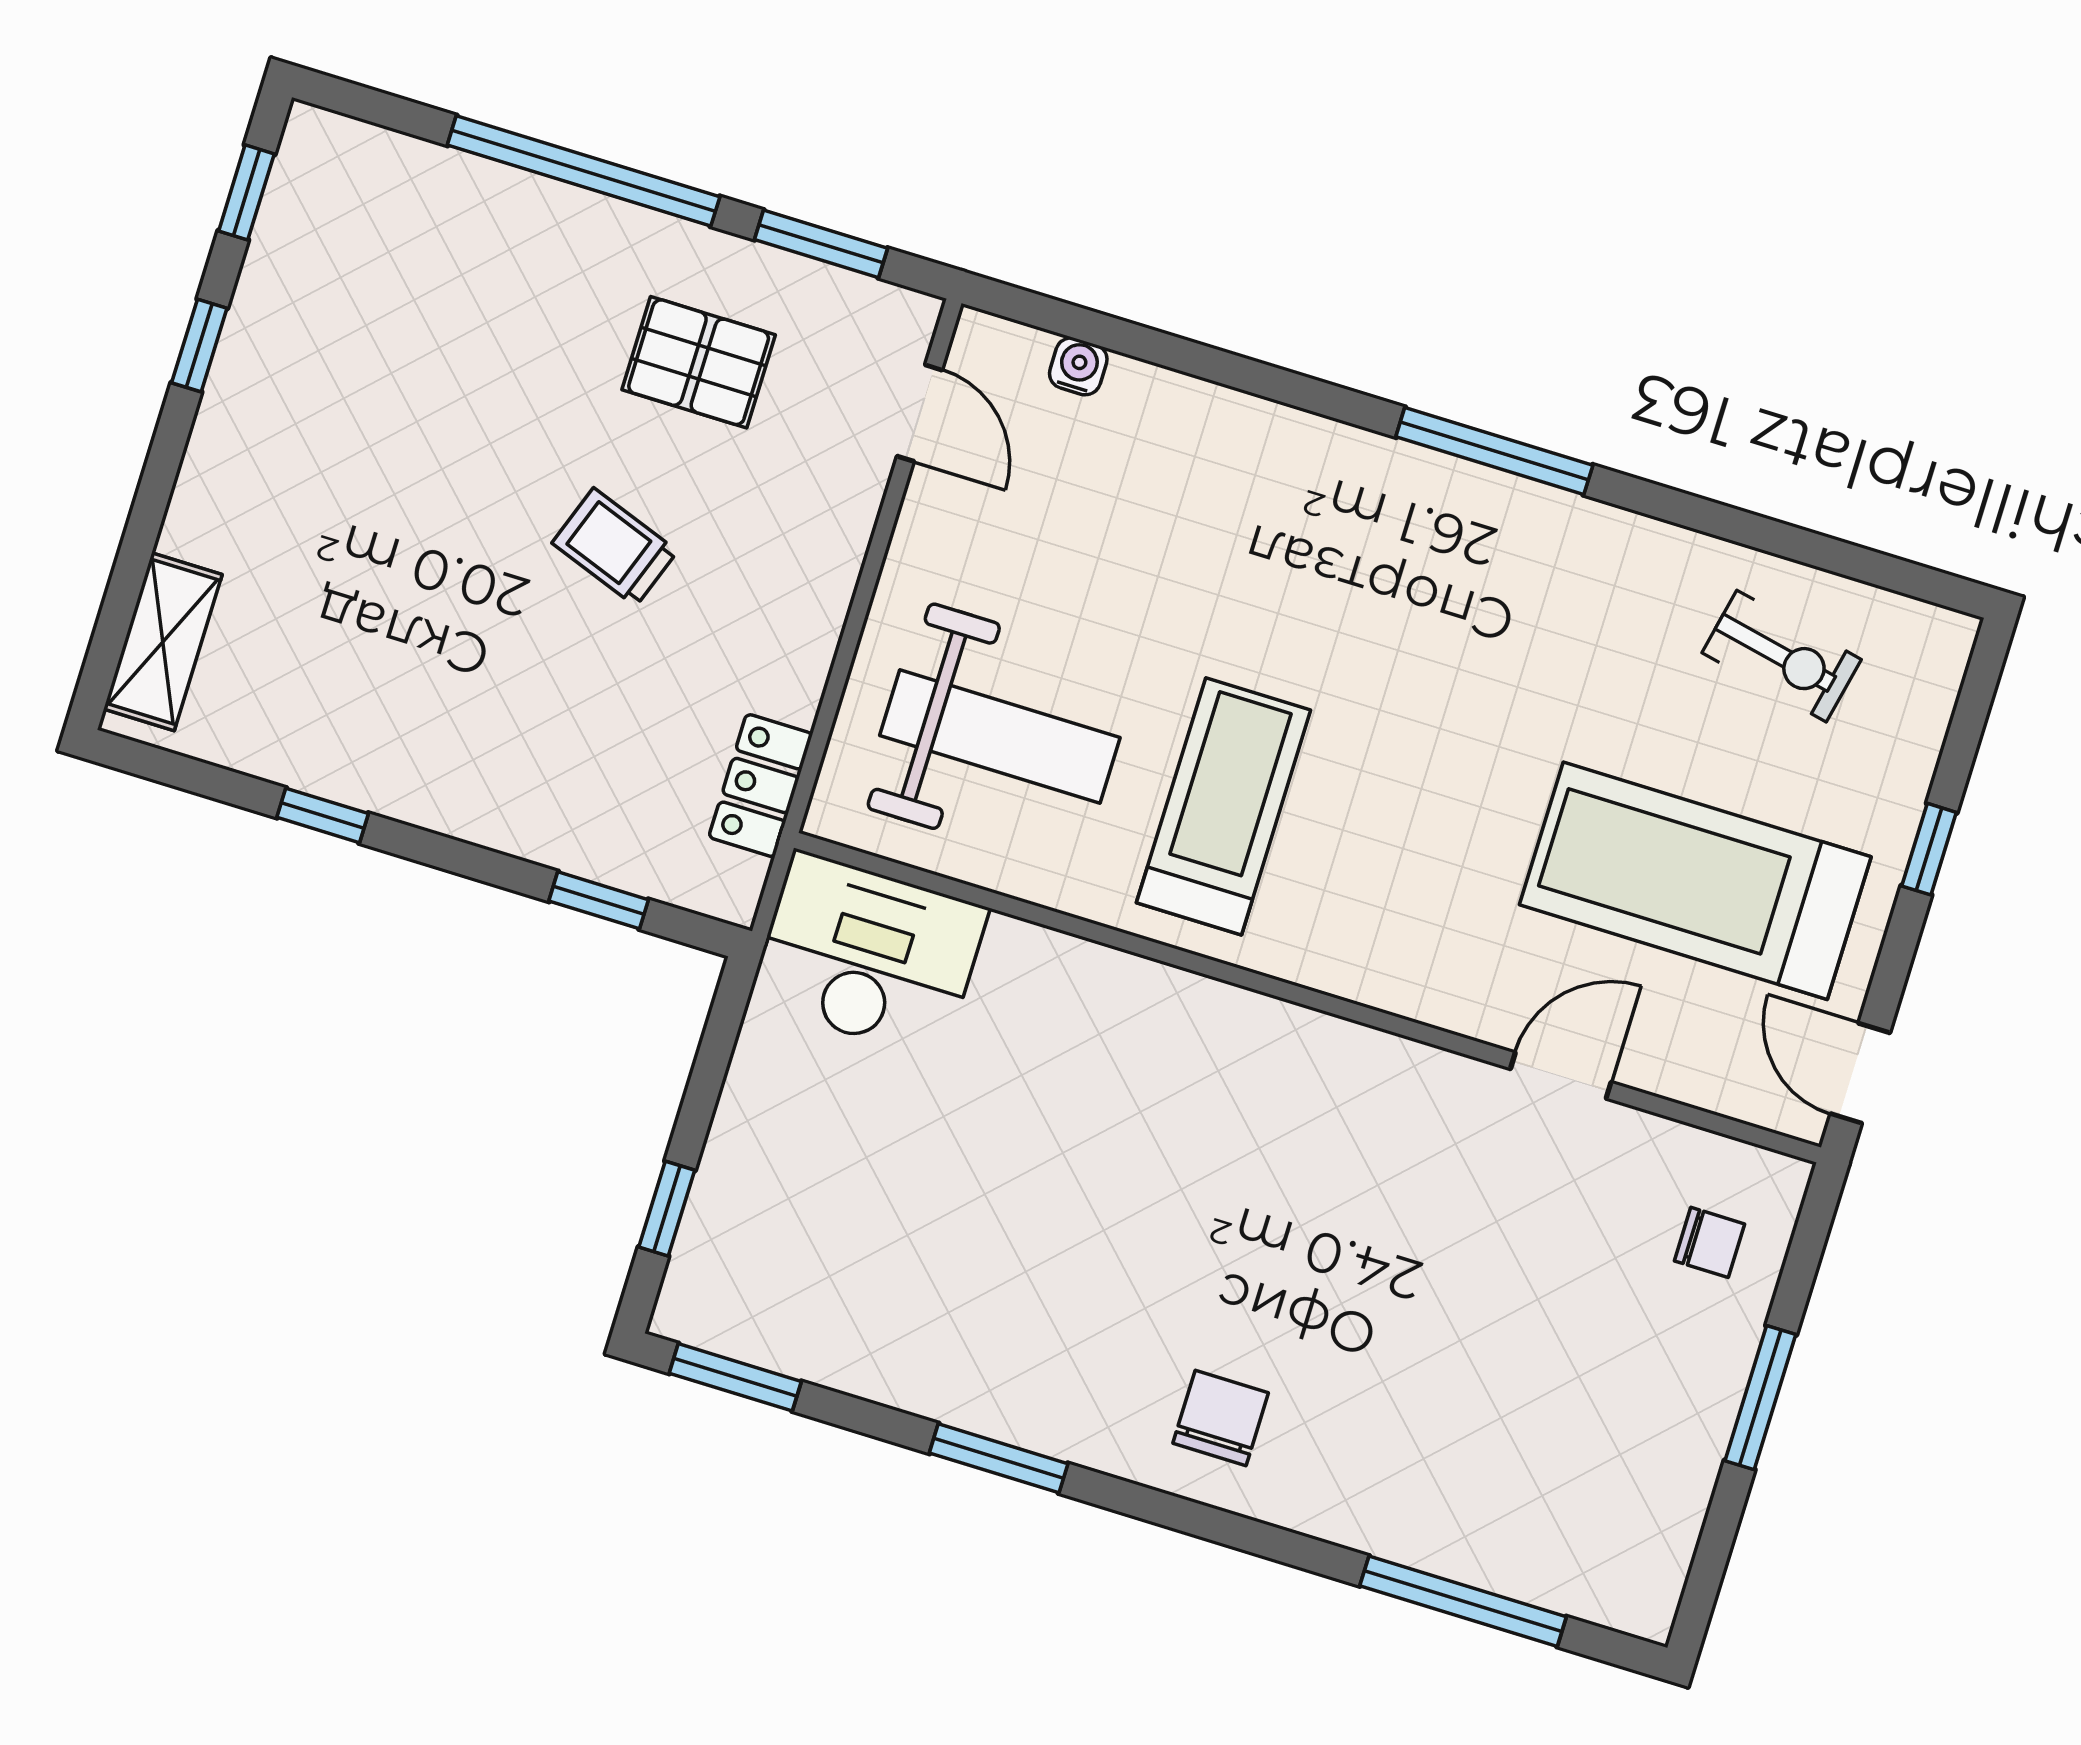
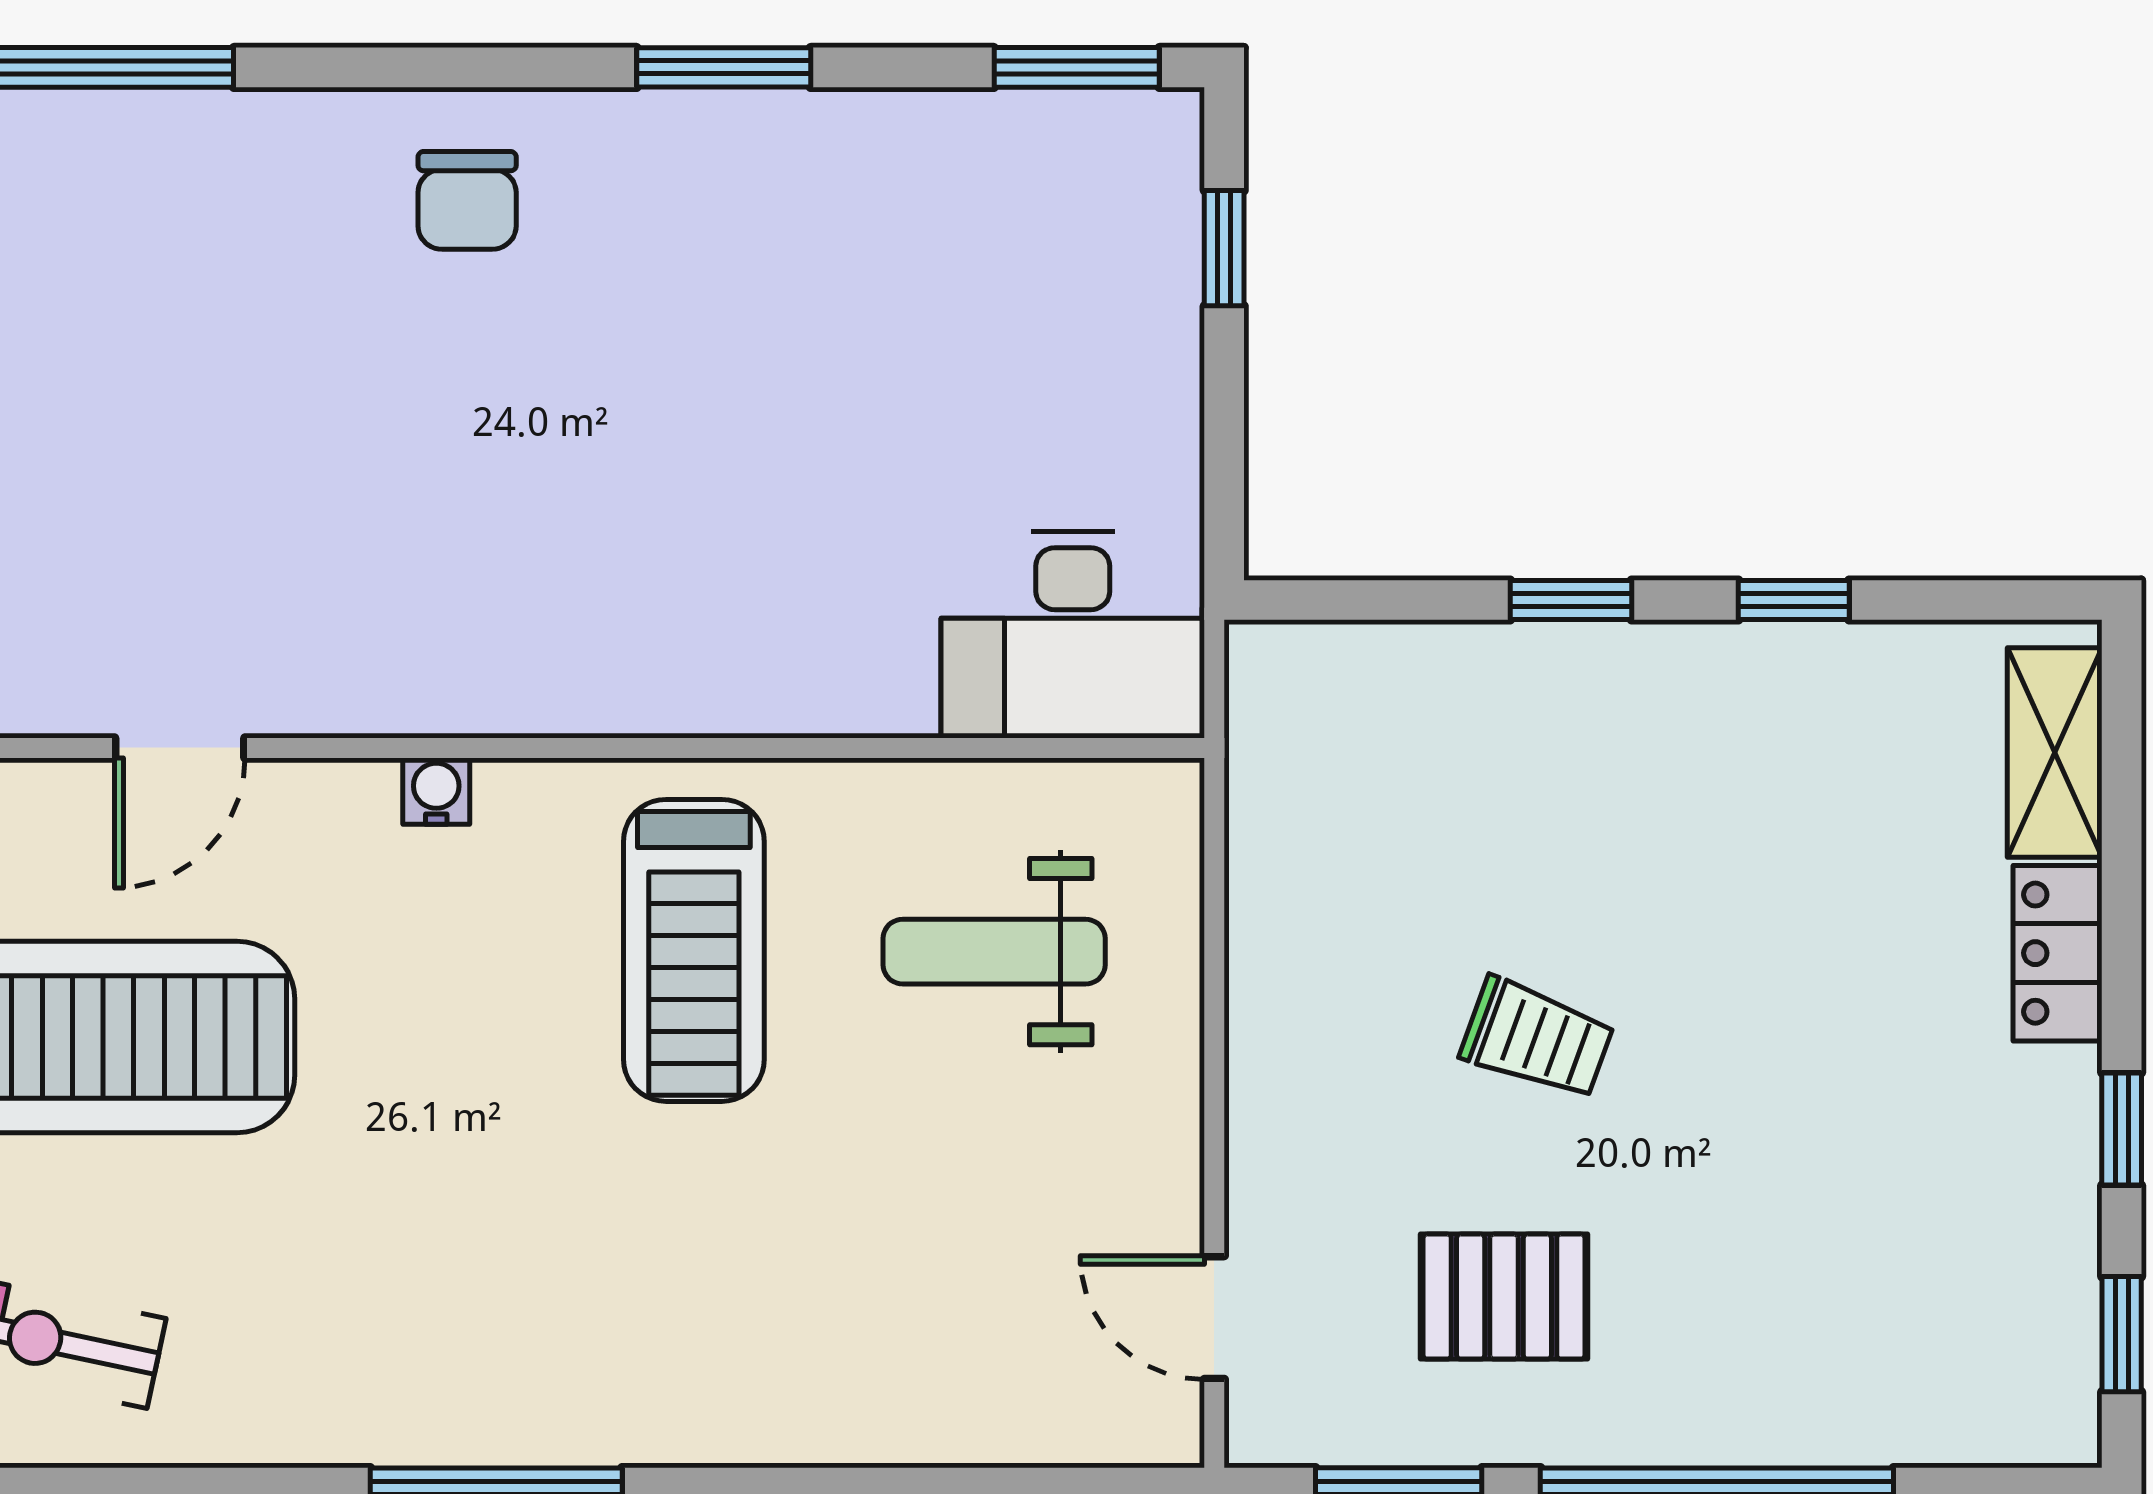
water cooler: (1078, 366) -> (436, 791), moved, turned 180
weight bench: (1000, 737) -> (994, 952), width x0.73, depth x0.75
locker: (761, 786) -> (2057, 953), moved, turned 180
window: (599, 900) -> (1571, 600), moved

